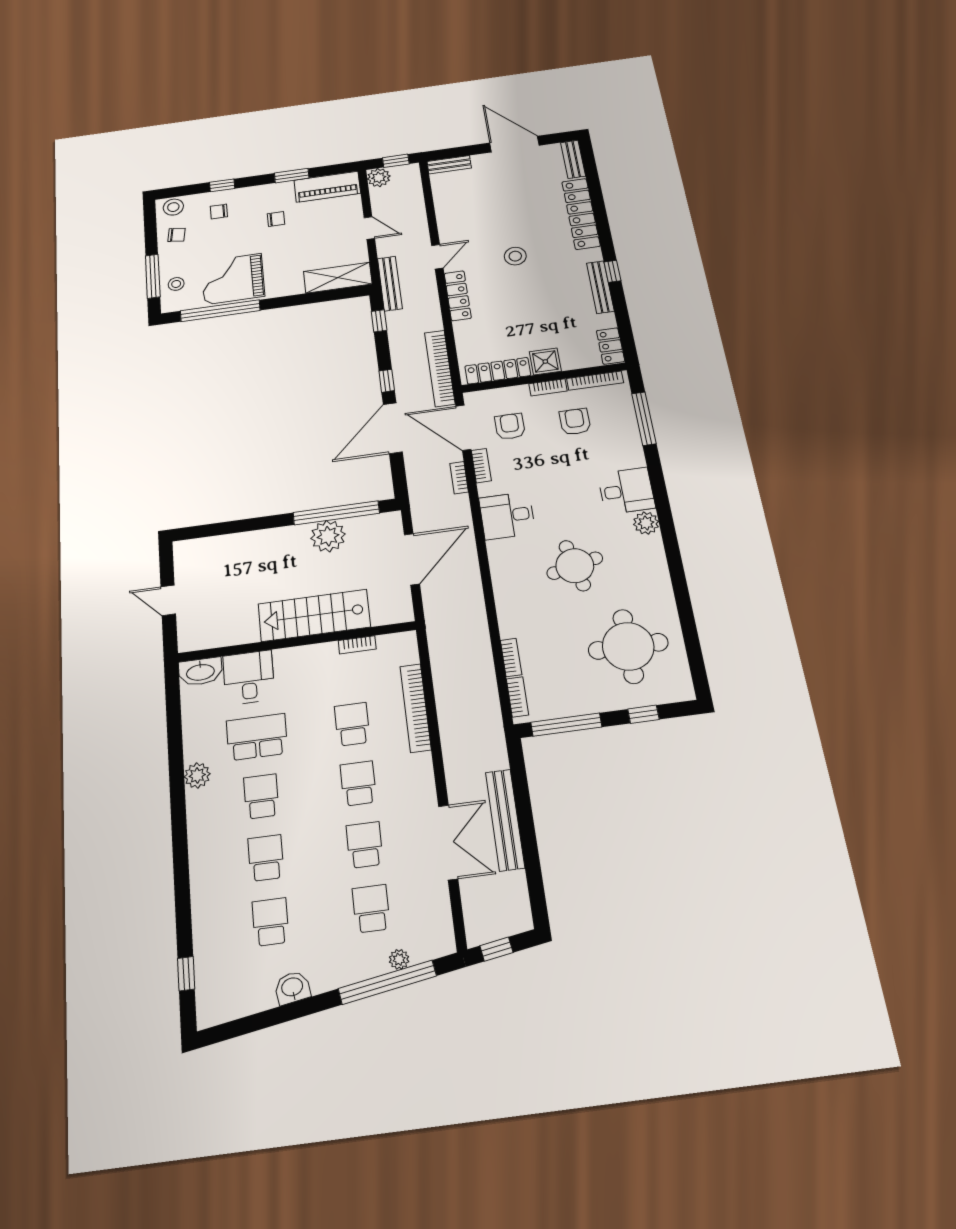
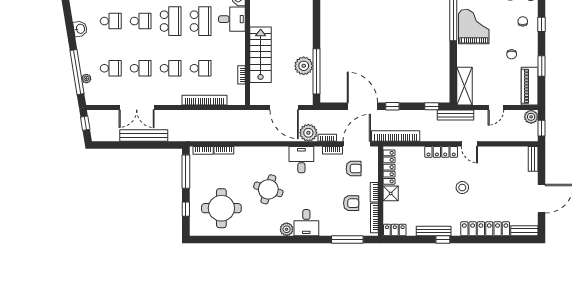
plant: (454, 511) -> (308, 133), added
round table: (575, 566) -> (268, 189), turned 31
school desk: (261, 796) -> (171, 21), width x1.85

